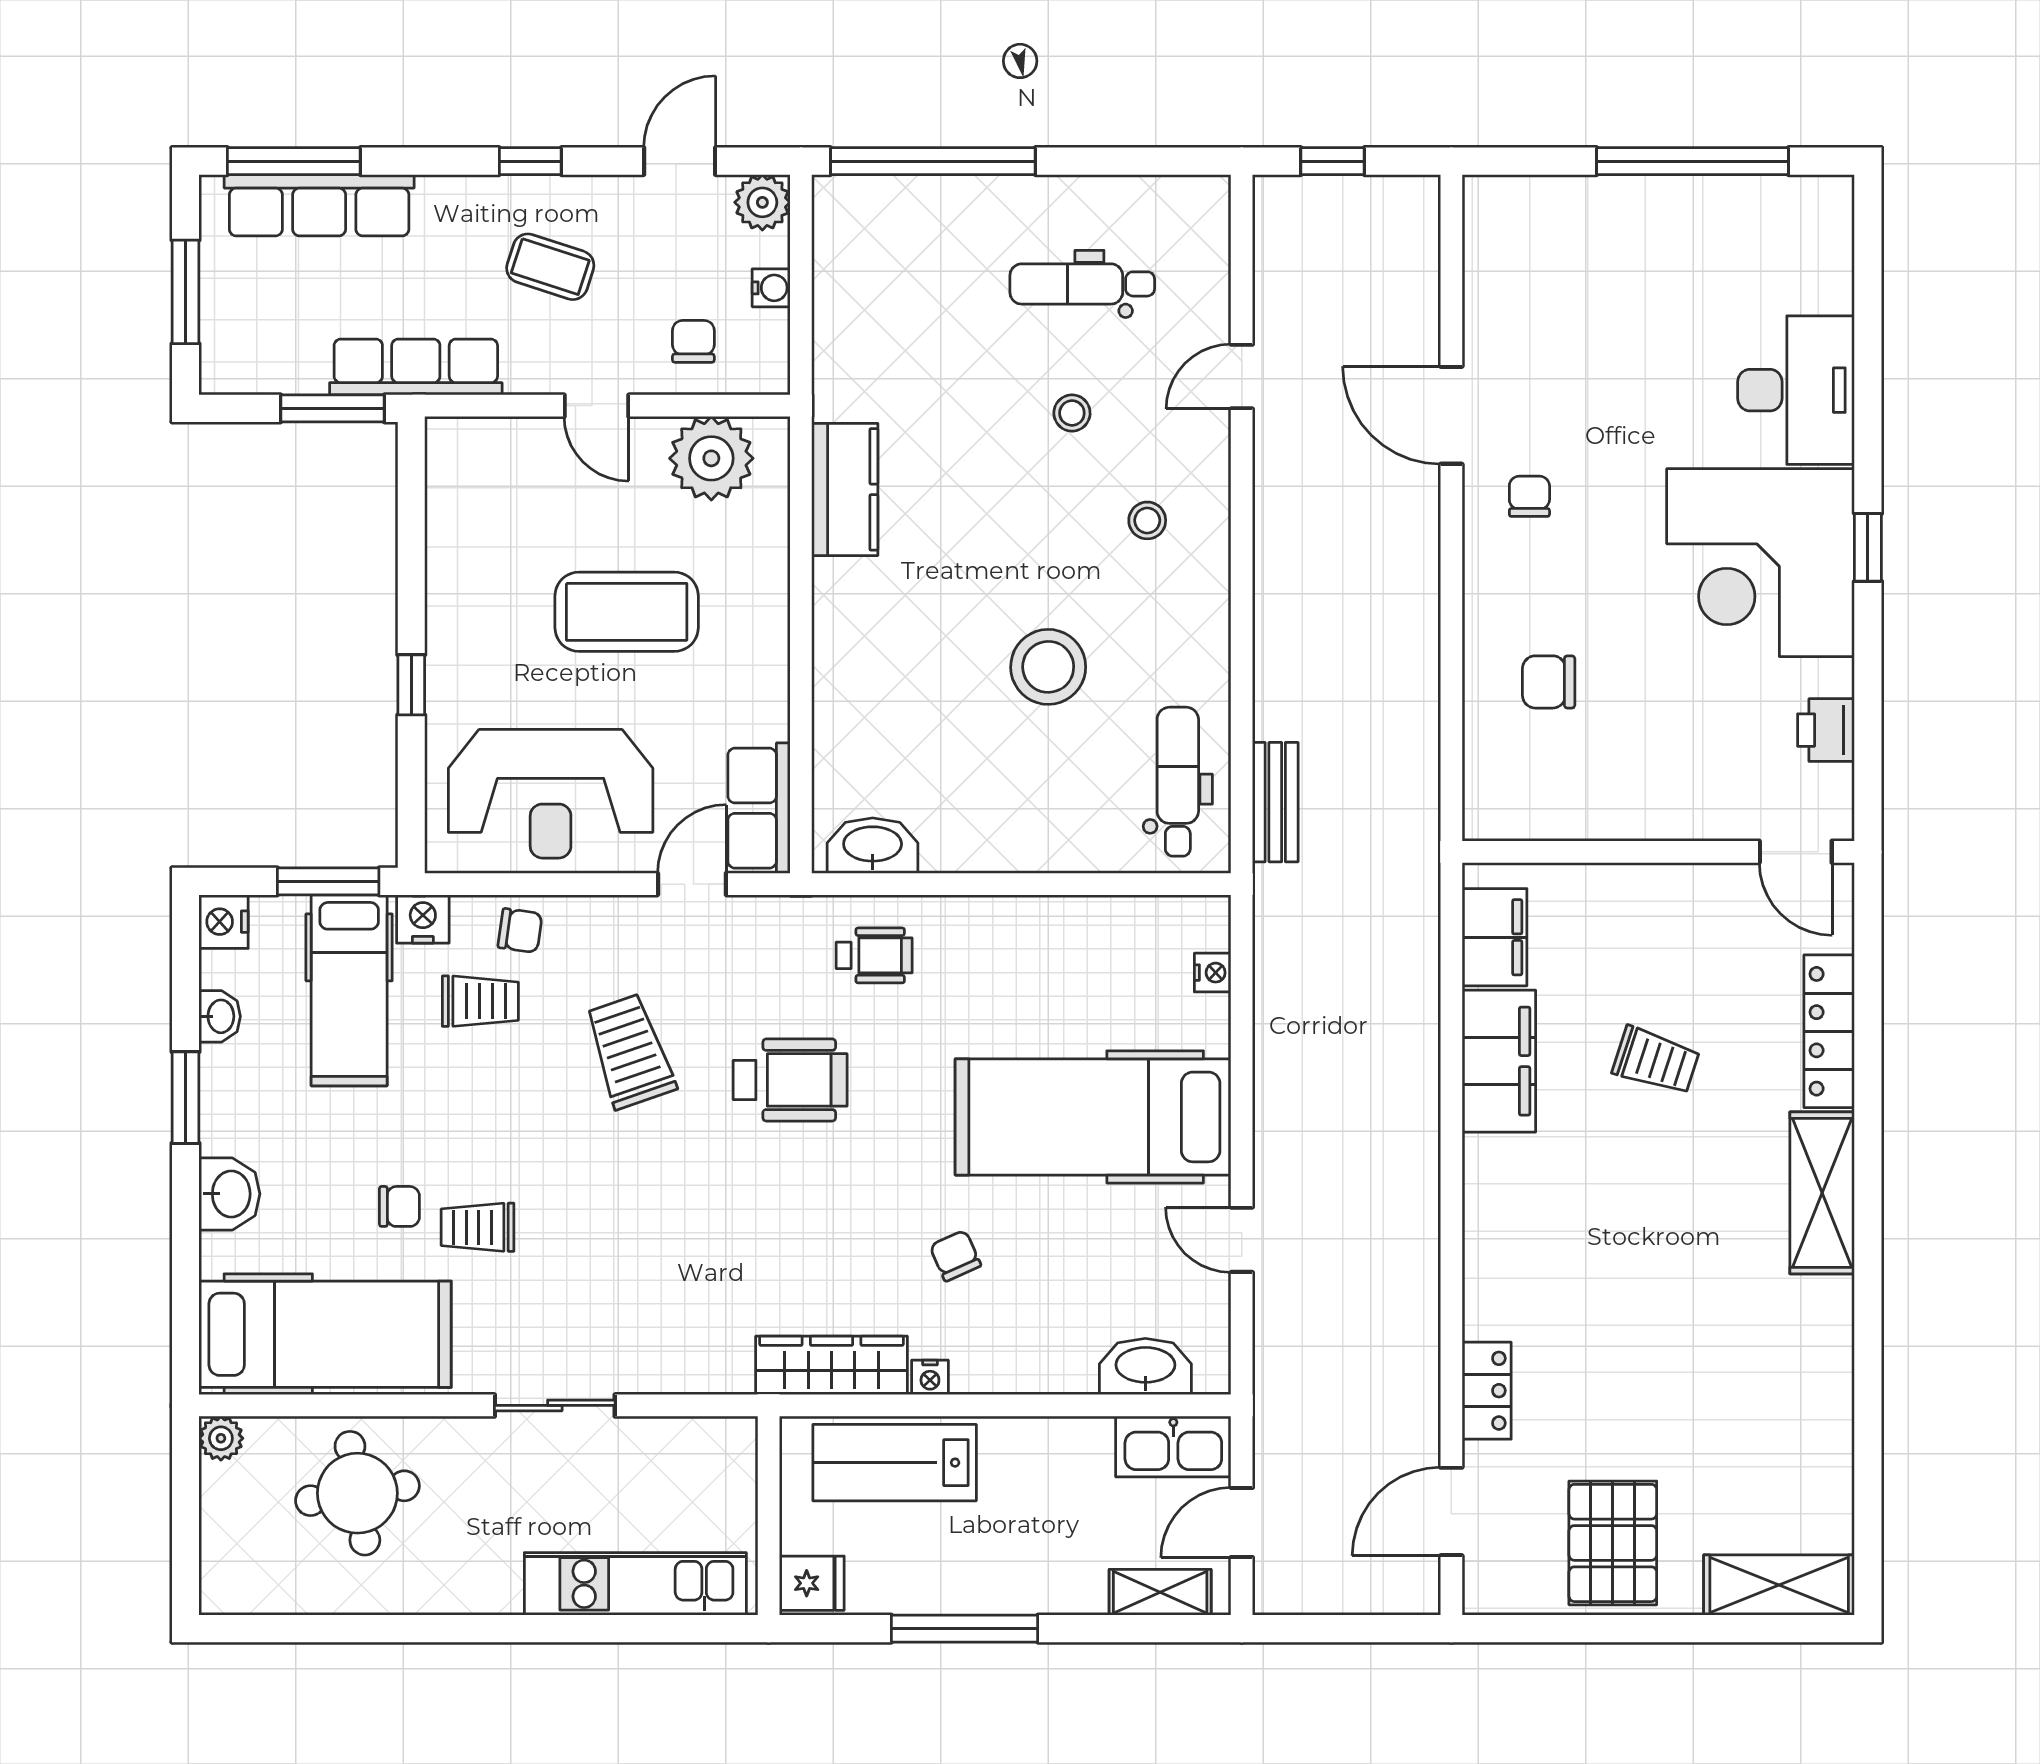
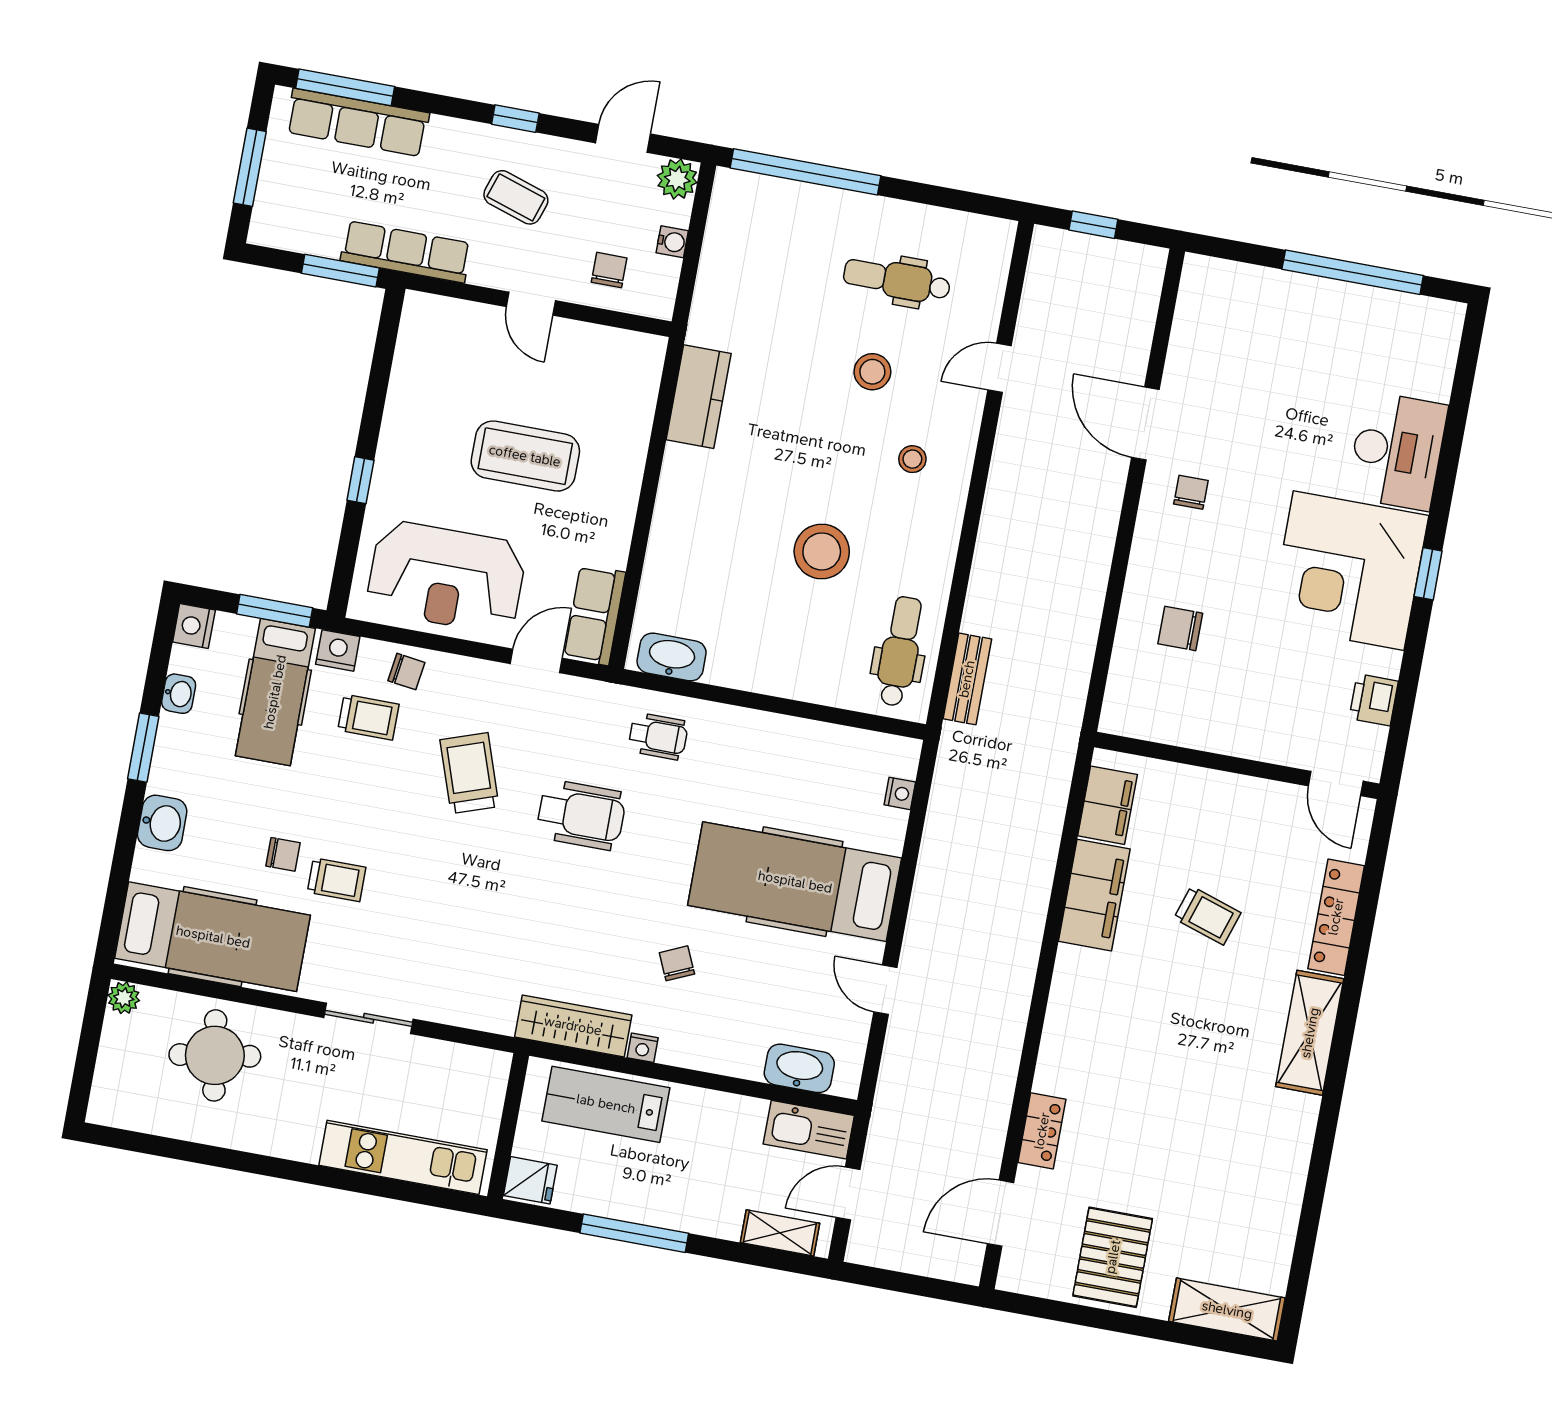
stool: (1072, 413) -> (872, 372), width x1.37, depth x1.37
plant: (711, 458) -> (607, 357), removed
trolley: (478, 1227) -> (337, 880), turned 180

